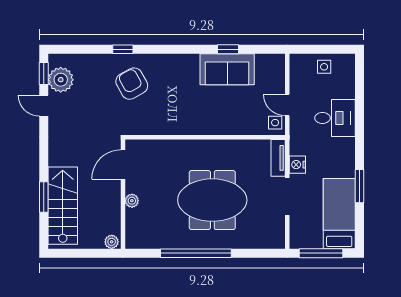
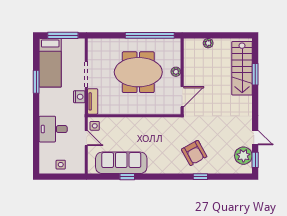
sofa: (227, 69) -> (121, 163), width x1.36
door: (123, 165) -> (182, 97), moved
wall: (123, 194) -> (182, 76), moved
plant: (132, 201) -> (176, 72), moved

